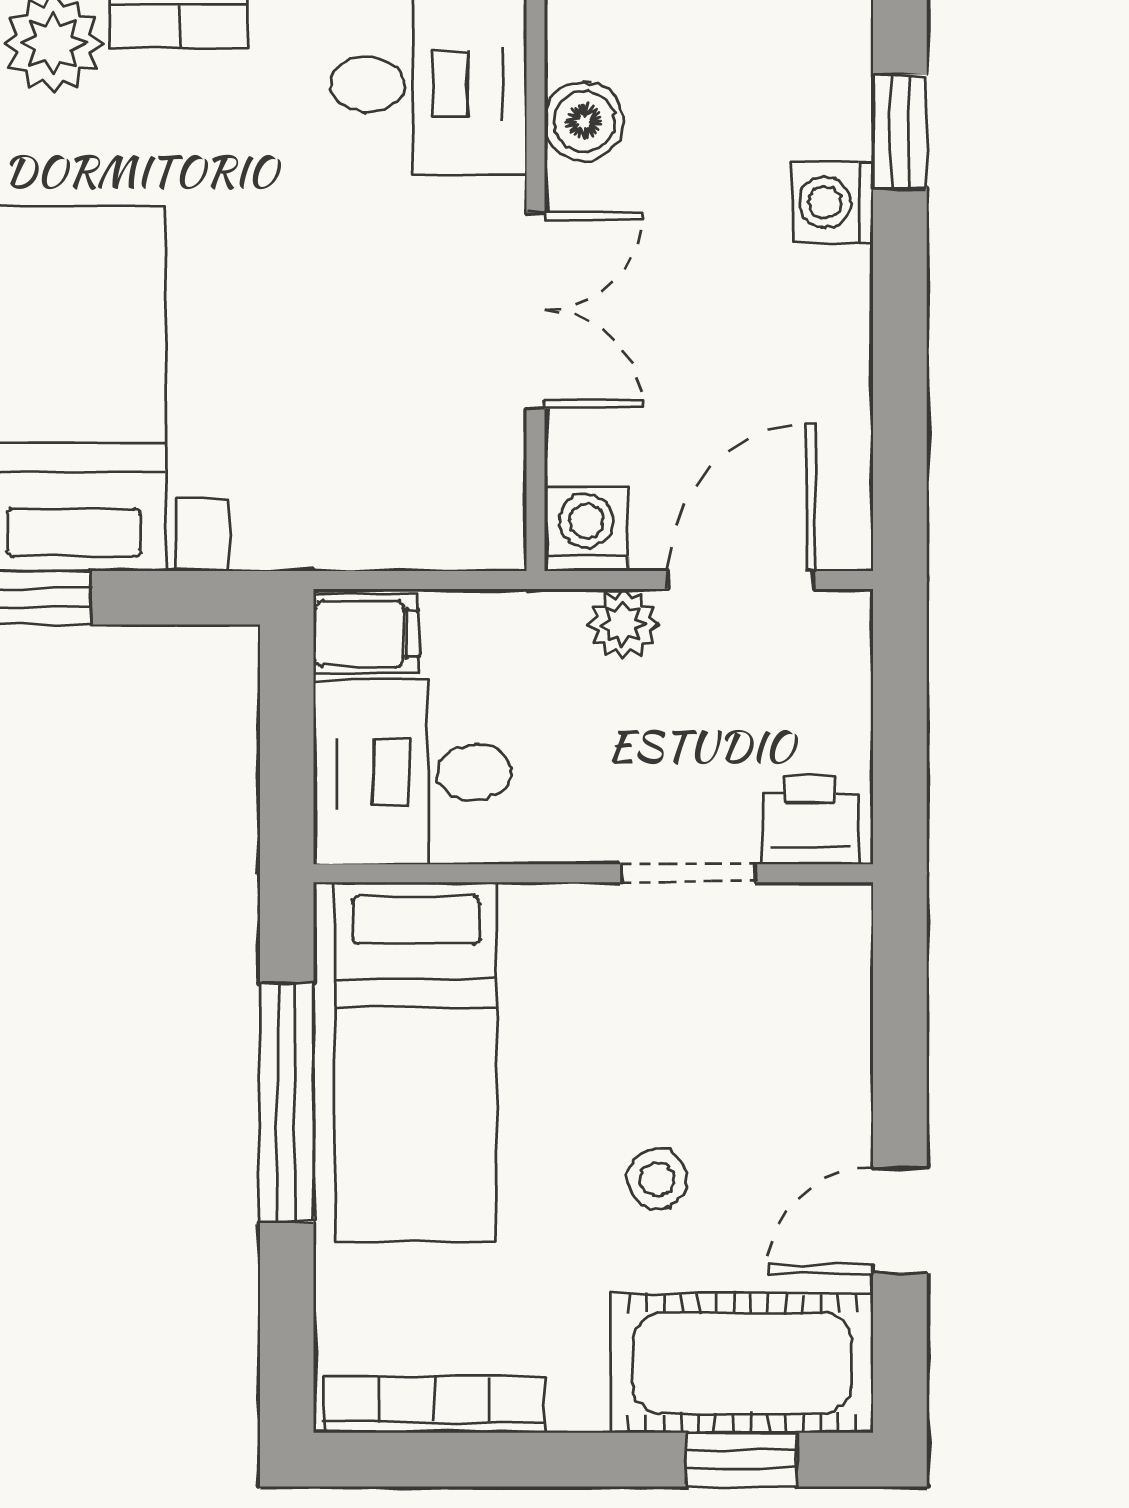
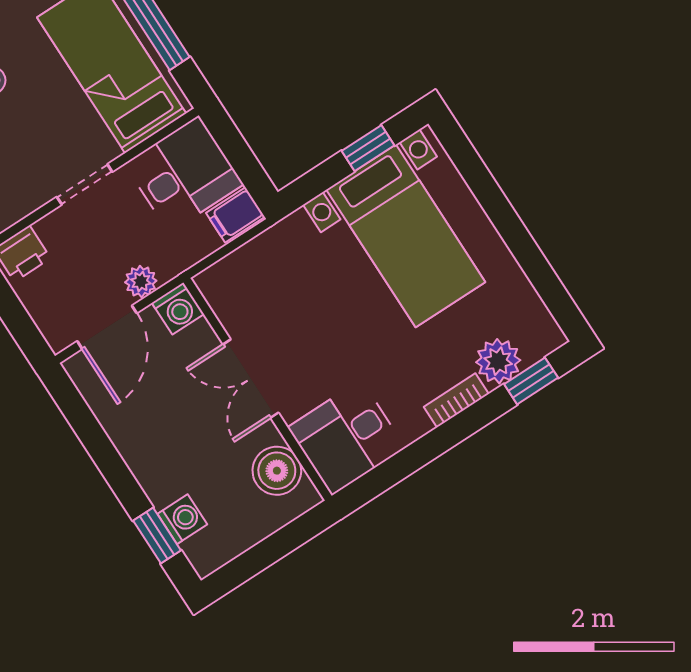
boiler: (584, 121) -> (277, 471), width x1.36, depth x1.36
washing machine: (833, 202) -> (182, 519), moved
doorway: (688, 873) -> (85, 184), moved

